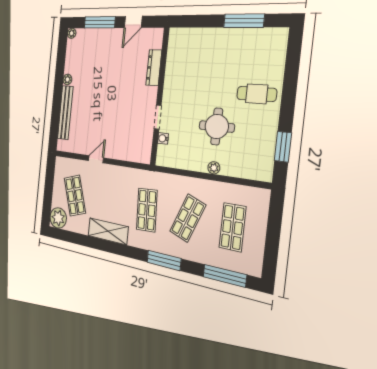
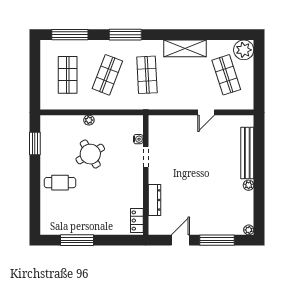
locker: (174, 44) -> (137, 221), added
round table: (217, 127) -> (90, 154), turned -30

